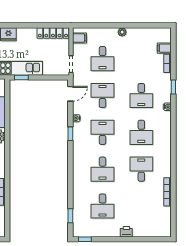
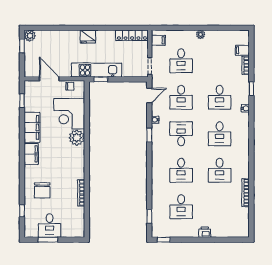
desk: (103, 96) -> (181, 97), turned 180
desk: (141, 169) -> (220, 170), turned 180

